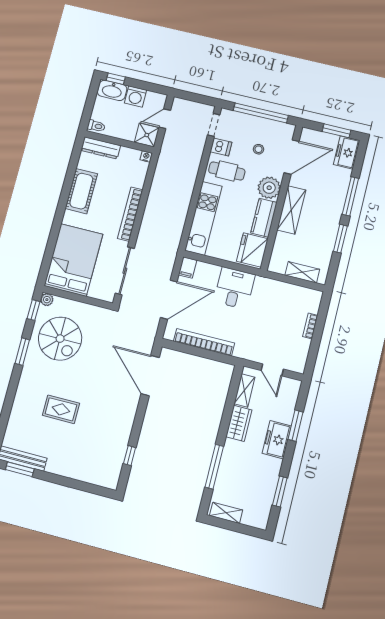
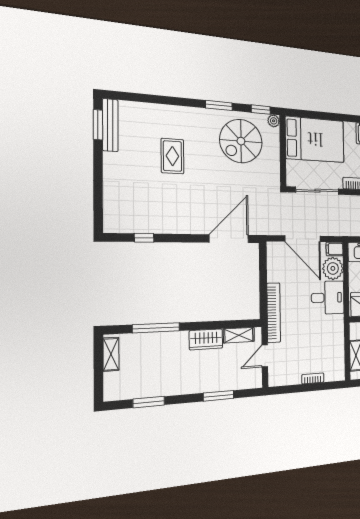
plant: (207, 275) -> (333, 268), added
bookcase: (204, 342) -> (274, 313), moved
freezer: (277, 440) -> (200, 382), removed

